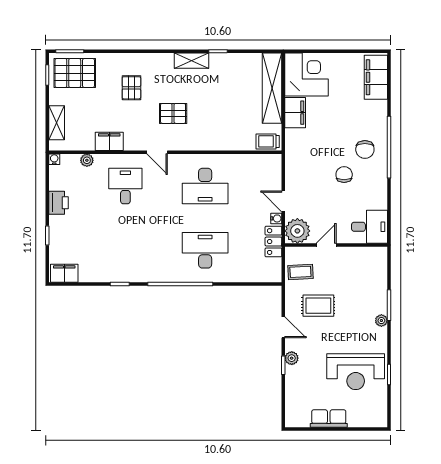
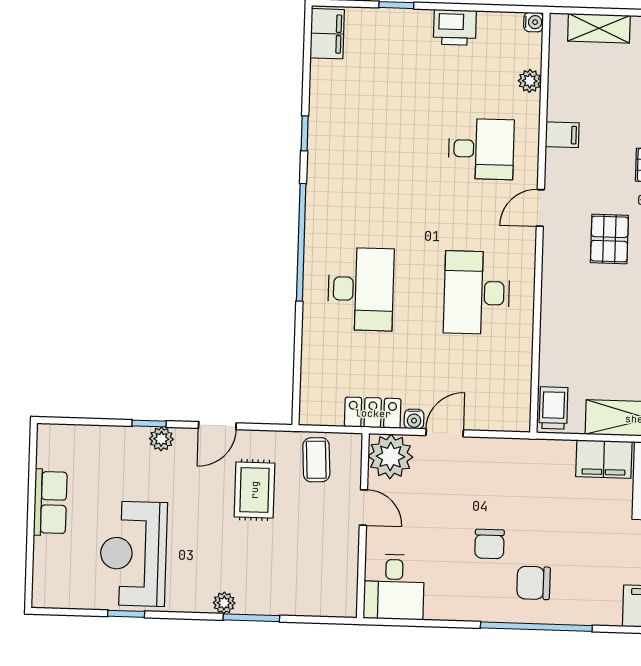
filing cabinet: (109, 141) -> (562, 135), width x0.50
chair: (344, 175) -> (489, 544), turned 90

